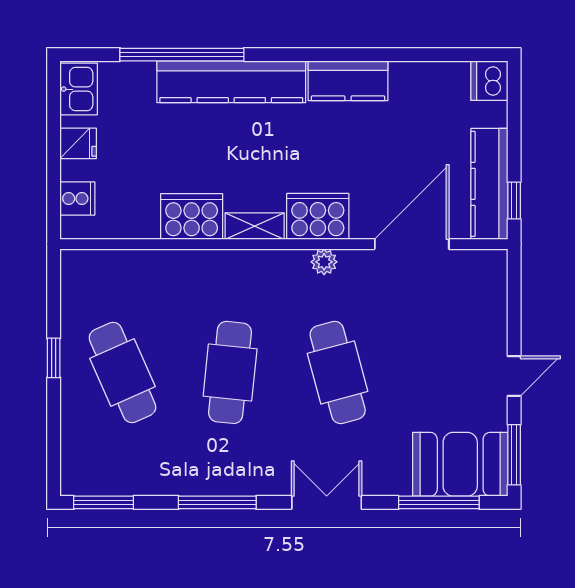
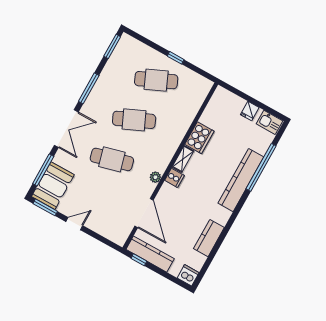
kitchen counter: (348, 81) -> (209, 238), moved
cooker: (77, 199) -> (230, 99), removed
cooker: (318, 216) -> (174, 178), width x0.53, depth x0.76
cafe table: (230, 372) -> (134, 120), turned -30
door: (514, 376) -> (74, 224), swing flipped
double door: (327, 502) -> (66, 129), width x1.37

